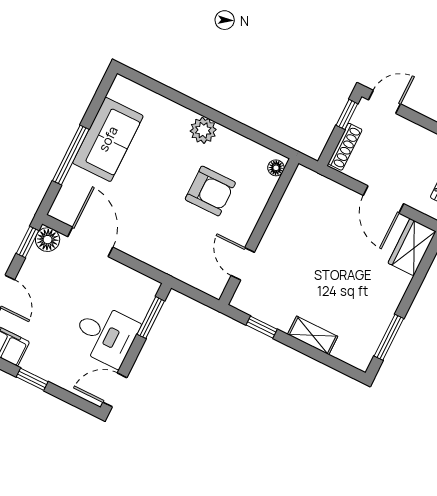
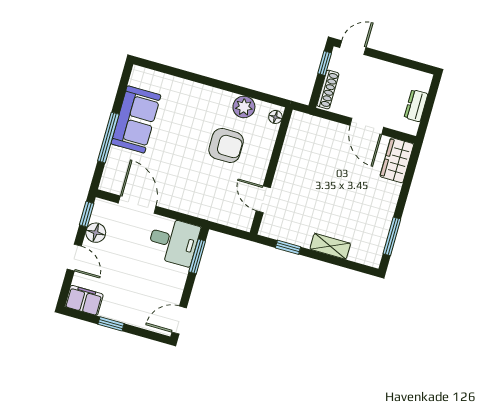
plant: (203, 130) -> (244, 107), moved
floor lamp: (48, 240) -> (96, 233), moved
desk: (105, 335) -> (174, 241), moved

